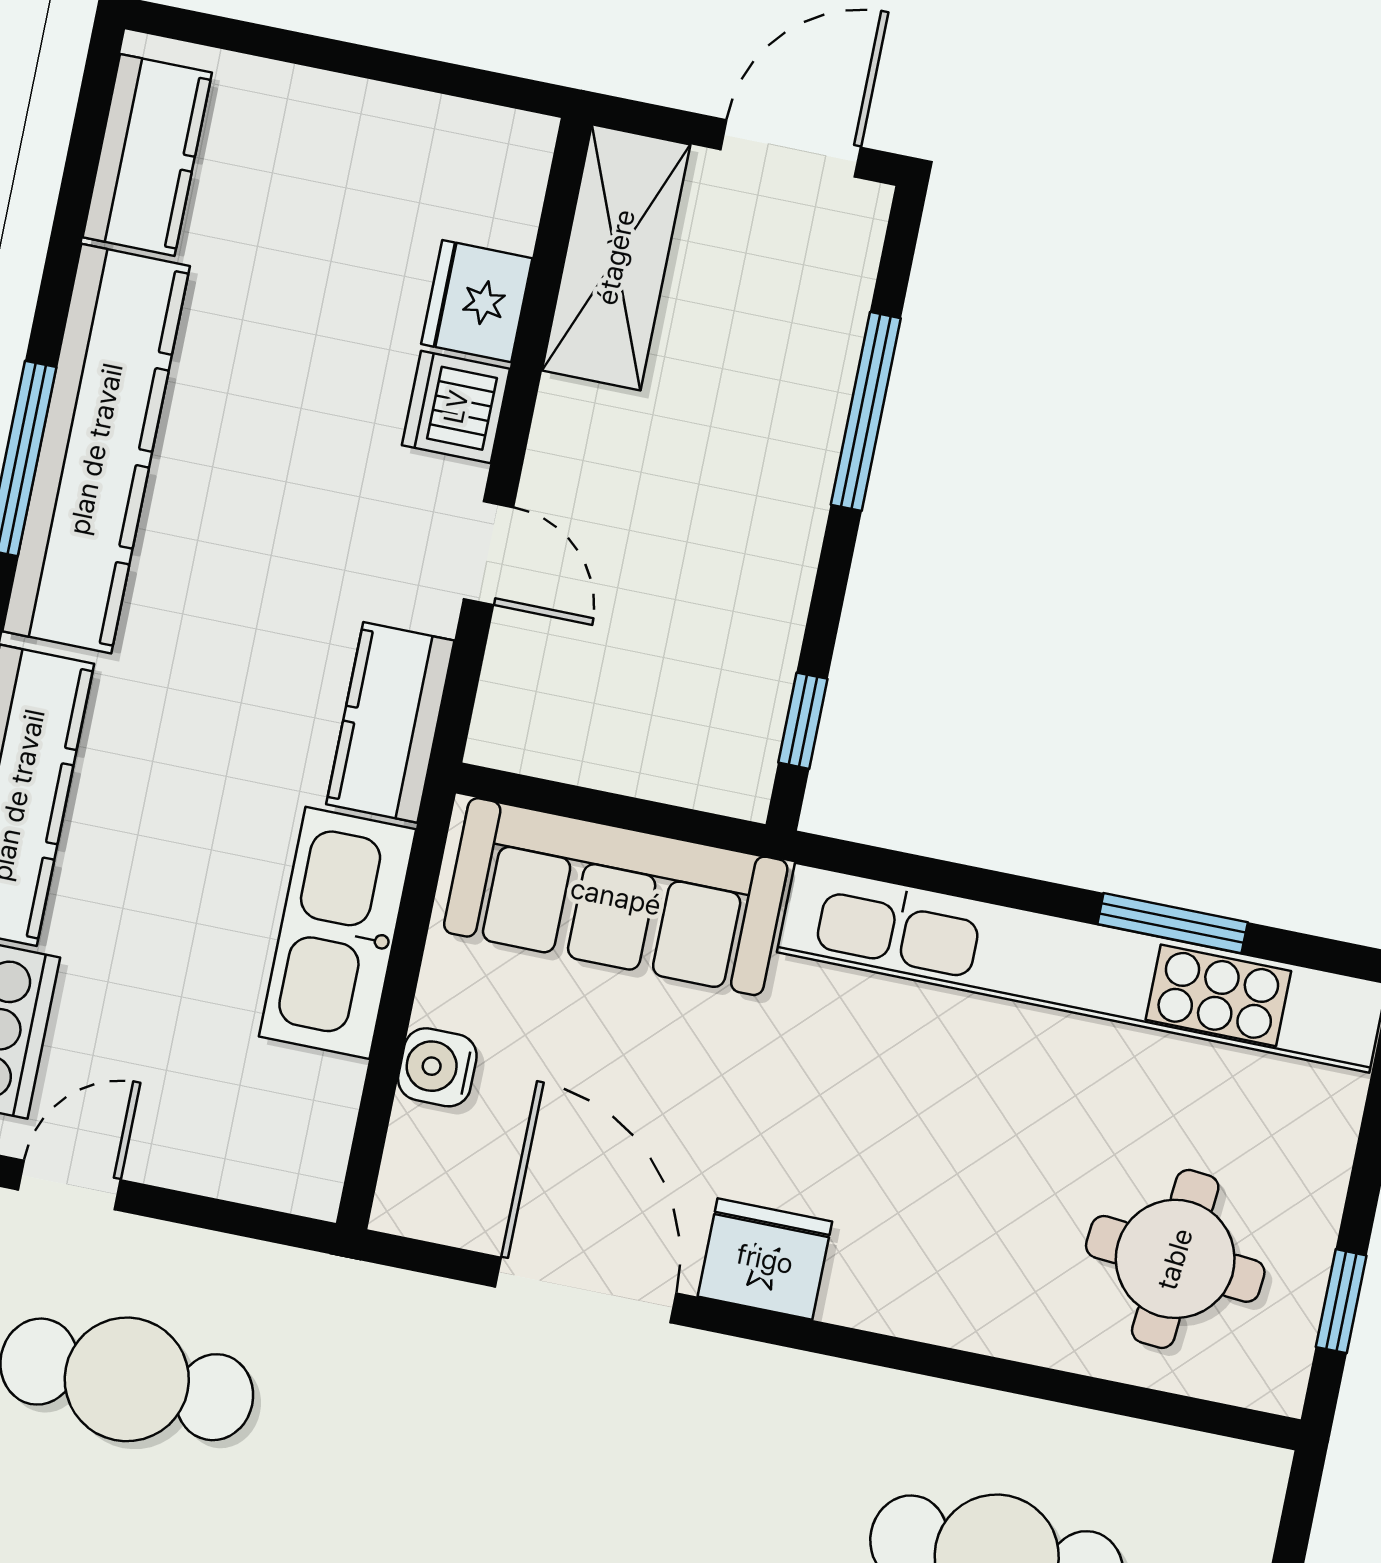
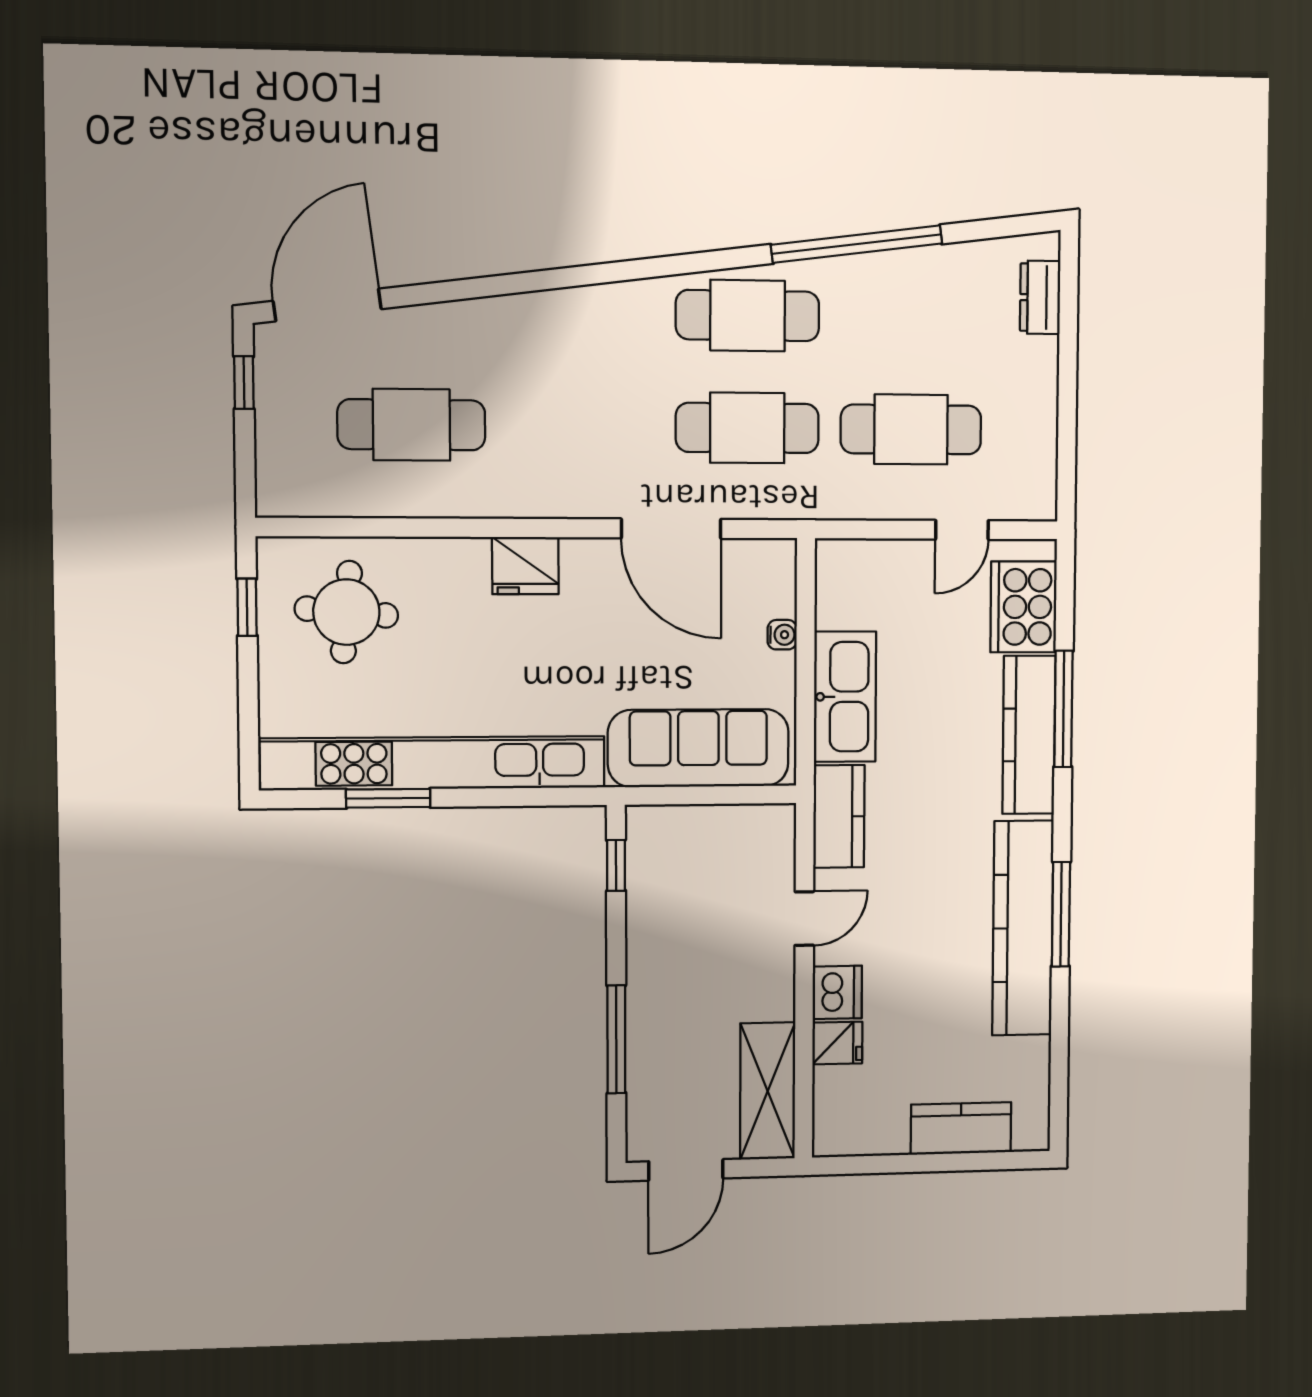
kitchen counter: (147, 155) -> (961, 1128), moved, turned 90
fridge: (477, 301) -> (837, 1043), width x0.72
door: (488, 553) -> (804, 919), swing flipped
water cooler: (437, 1067) -> (782, 635), width x0.72, depth x0.72
fridge: (765, 1259) -> (525, 566), moved
cafe table: (417, 1438) -> (747, 428), added

